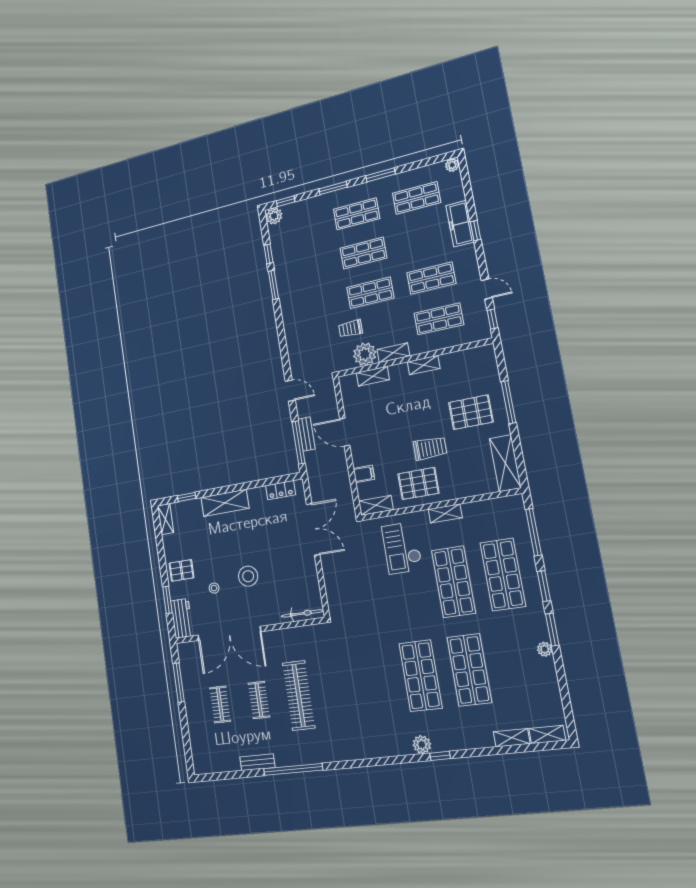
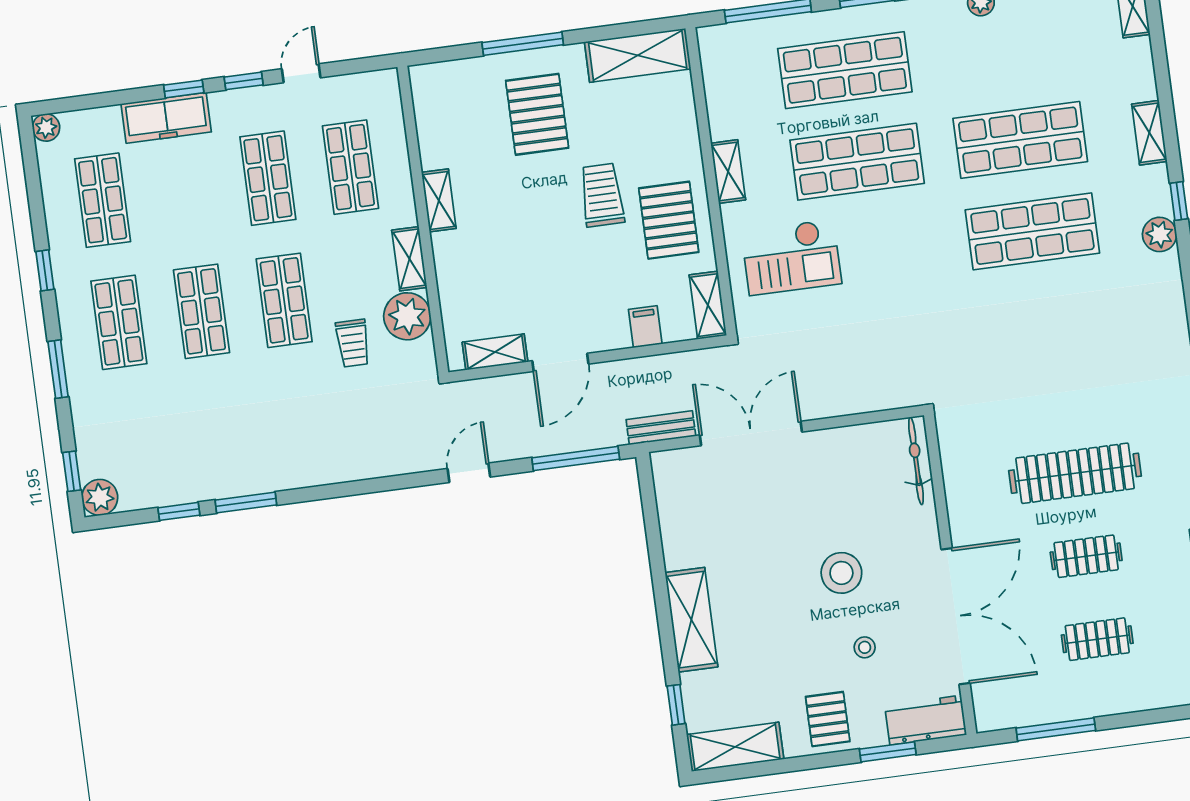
window: (381, 175) -> (45, 270), width x0.67
window: (493, 319) -> (244, 81), moved
shelving: (373, 376) -> (495, 352), moved, turned 90
bench: (306, 434) -> (661, 428), moved
locker: (281, 490) -> (670, 499), removed
shelving: (165, 519) -> (735, 747), width x1.50, depth x1.33
shelving: (512, 738) -> (1149, 133), moved

